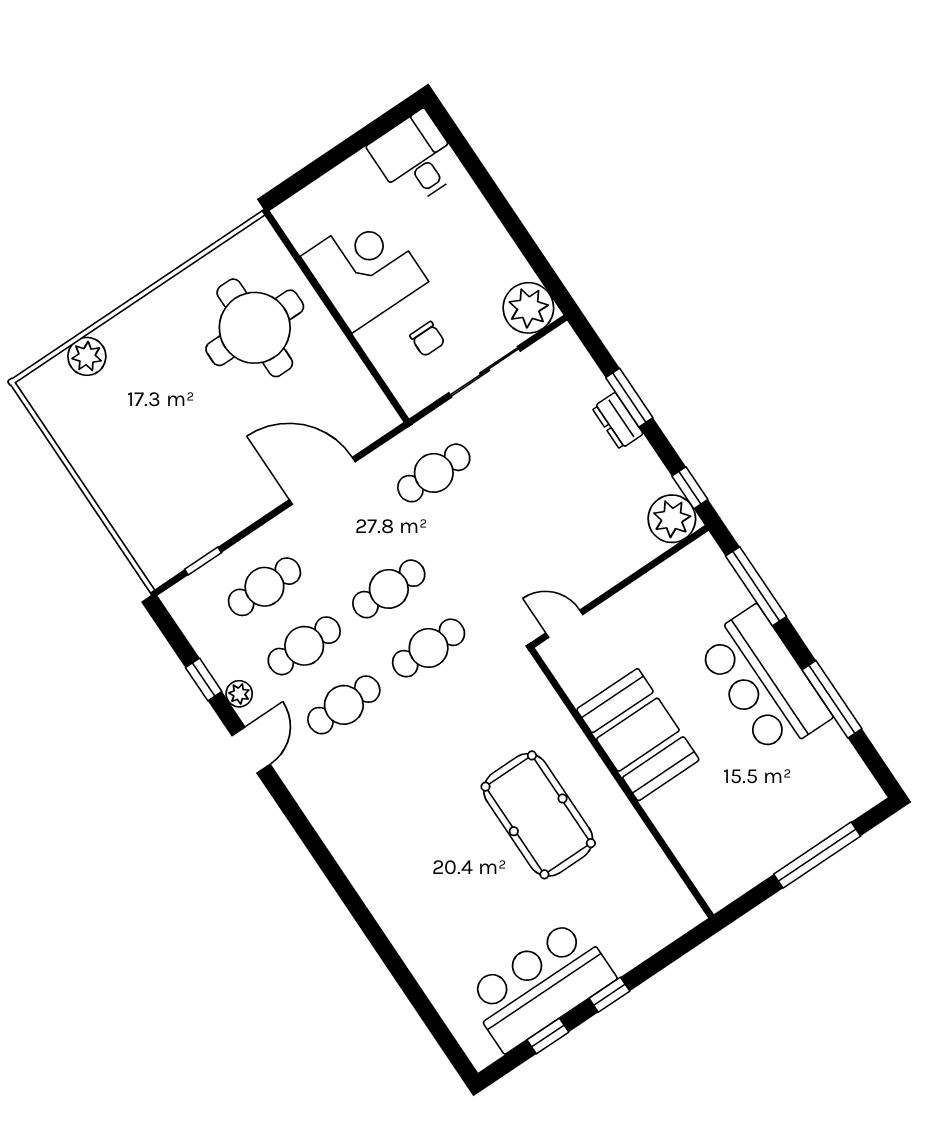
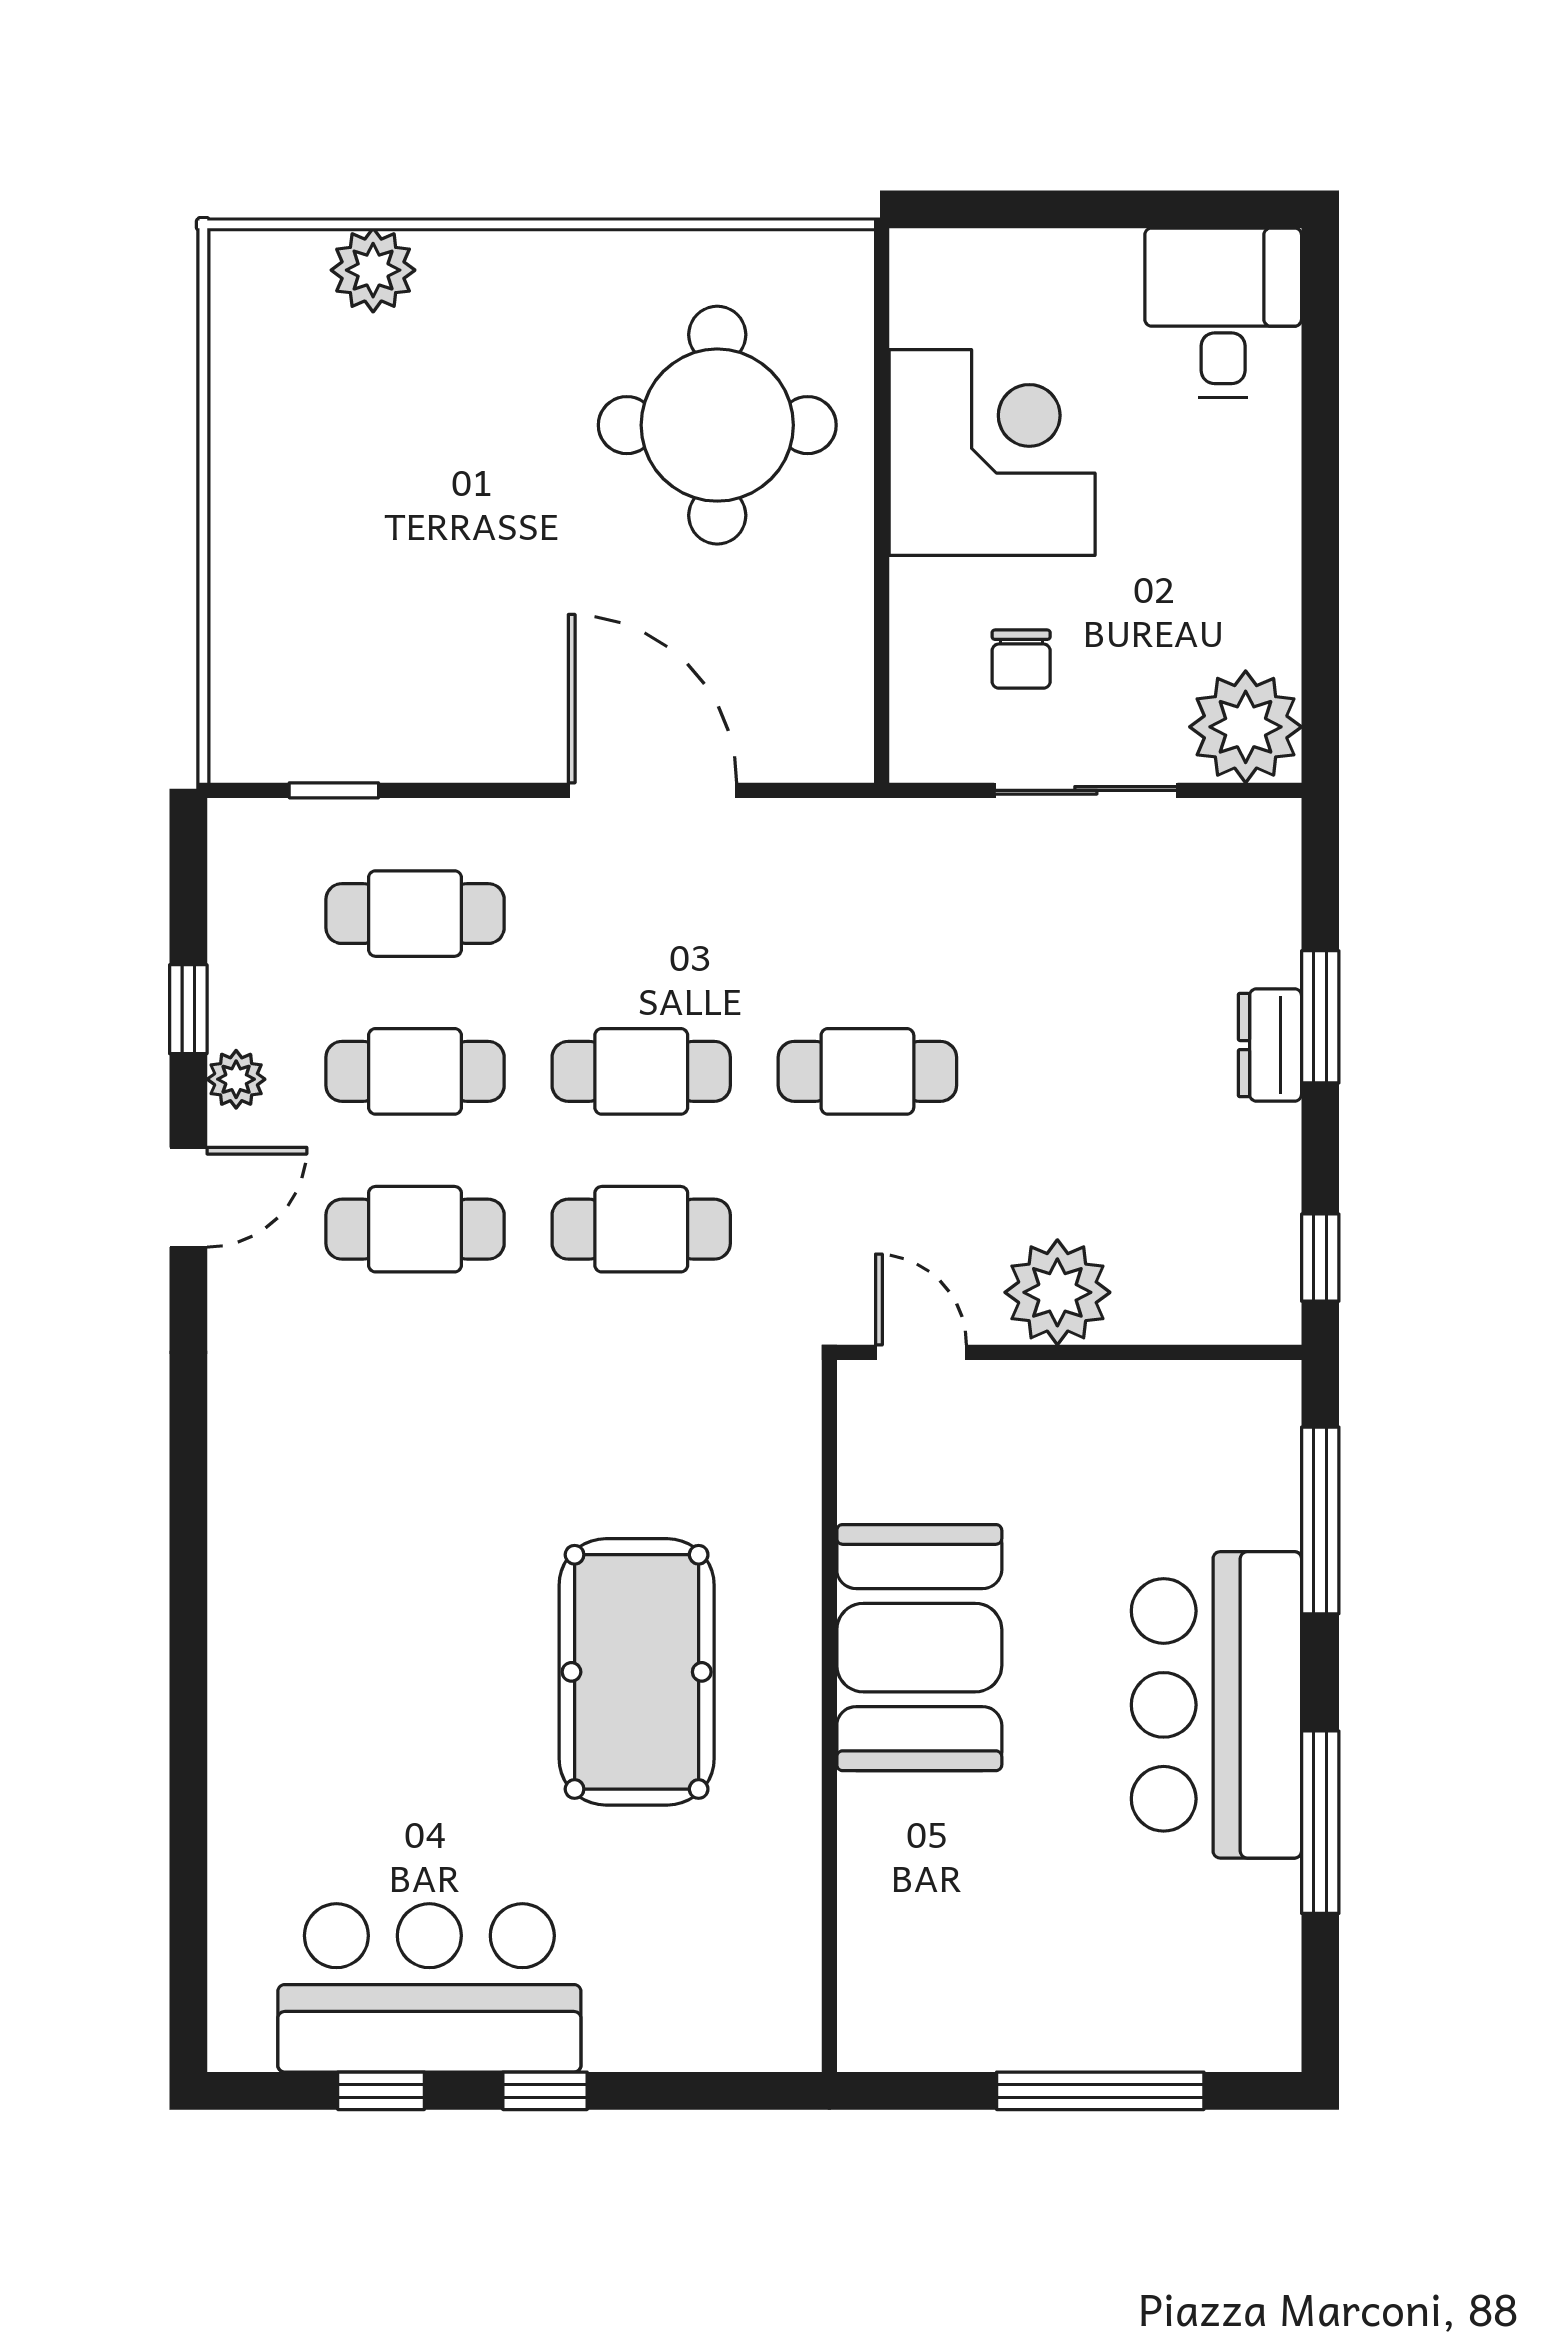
cafe table: (434, 473) -> (867, 1071), moved
plant: (672, 519) -> (1057, 1292), moved

